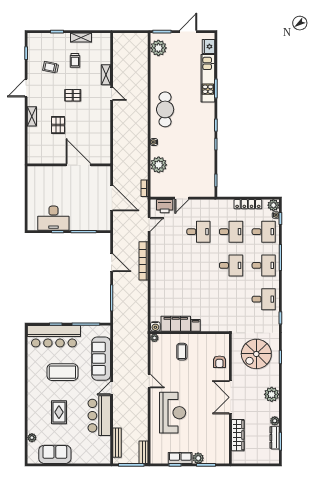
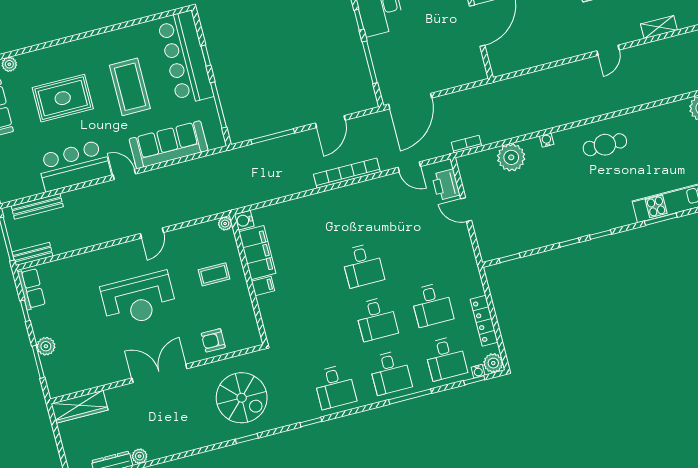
shelving: (106, 75) -> (659, 27), moved
cafe table: (165, 109) -> (605, 145), width x0.73, depth x0.74
door: (112, 198) -> (410, 101), moved
desk: (198, 232) -> (363, 265), moved
spiral stairs: (256, 354) -> (242, 398), turned 180
plant: (272, 394) -> (182, 440), removed
rug: (59, 412) -> (63, 98), width x1.36, depth x1.43
reception desk: (173, 413) -> (139, 299), moved
wardrobe: (238, 435) -> (80, 407), moved
row of seats: (180, 458) -> (31, 289), moved

